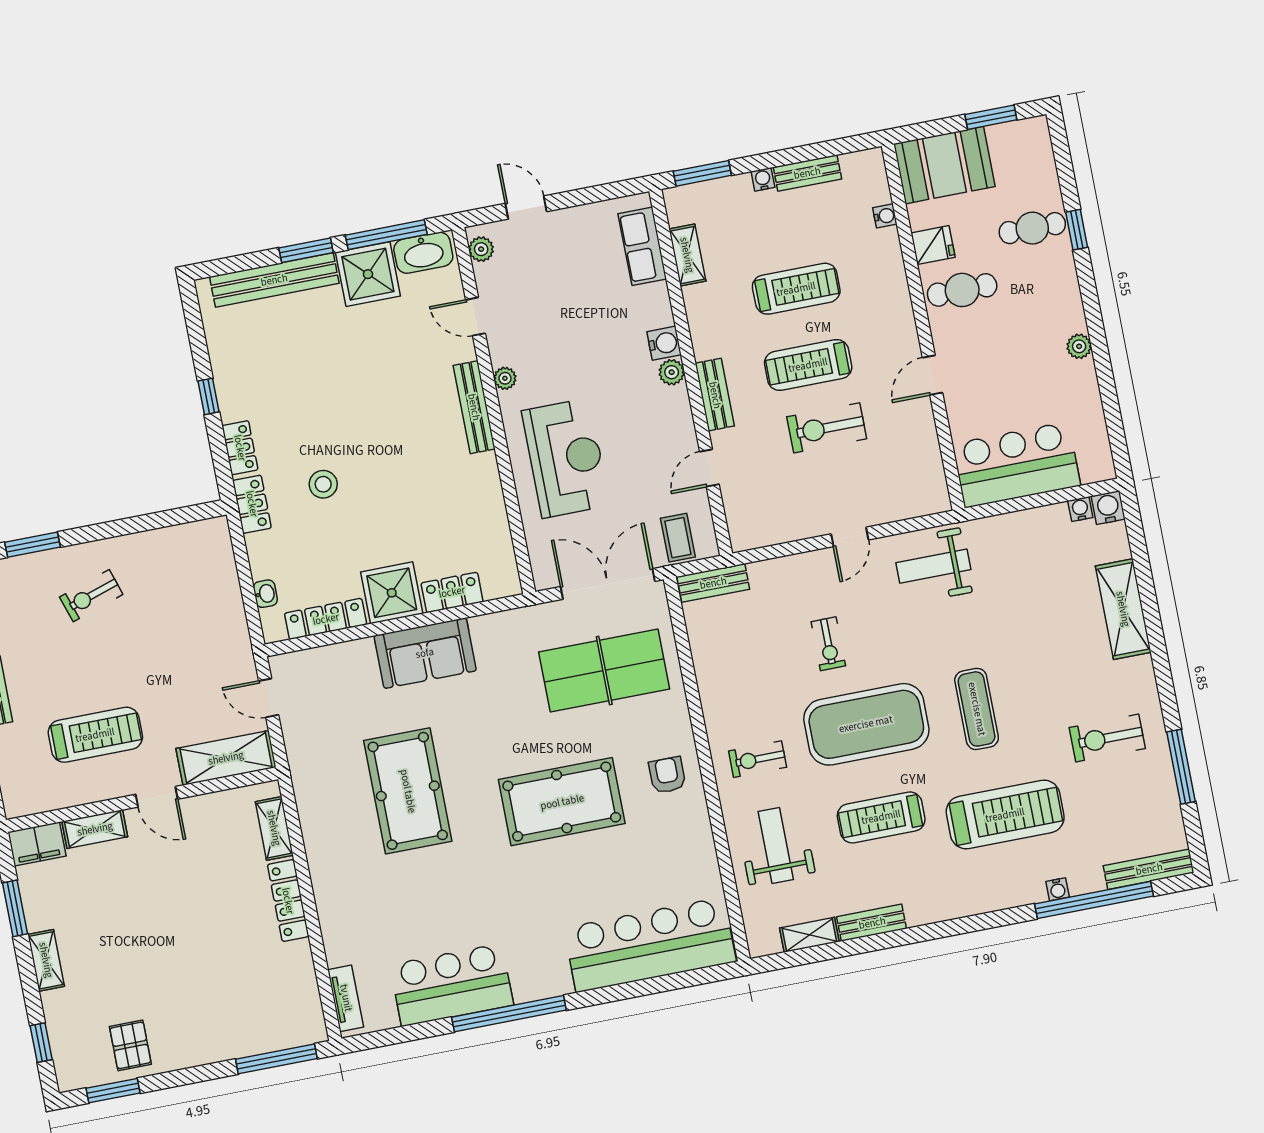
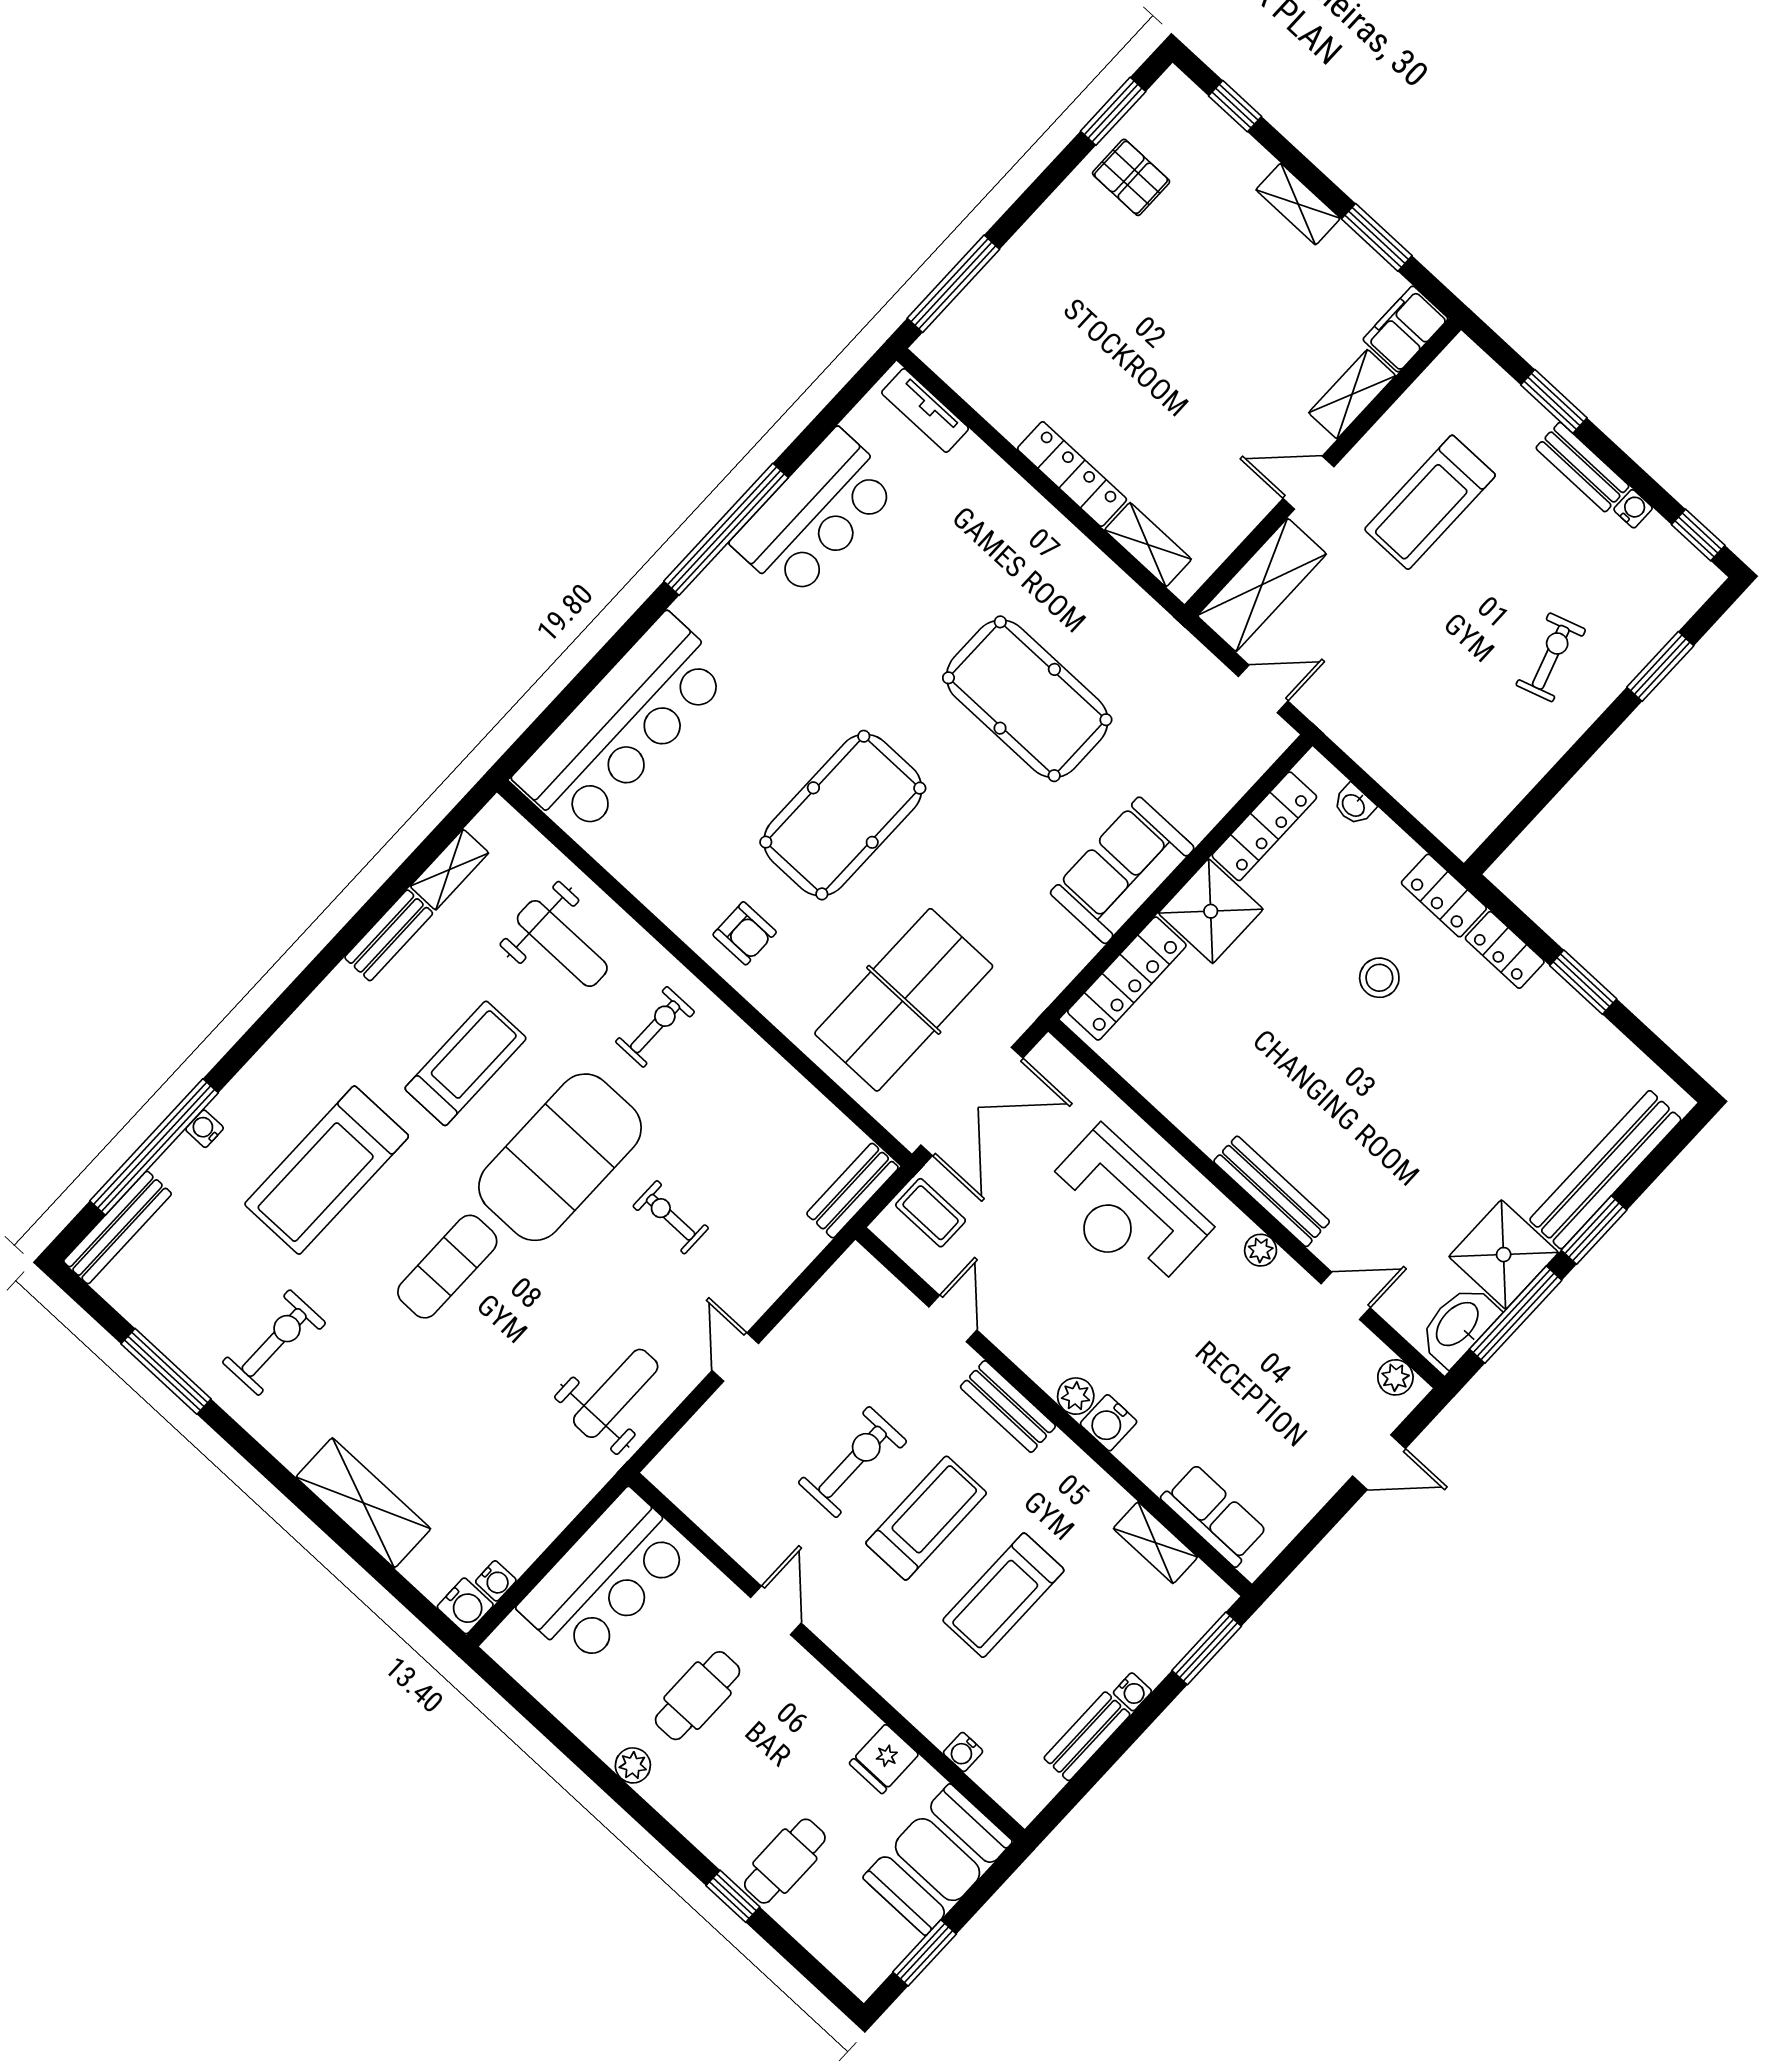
cafe table: (962, 290) -> (698, 1696), moved
window: (209, 396) -> (1583, 982), width x1.50
locker: (452, 592) -> (1127, 978), width x1.53
exercise mat: (977, 709) -> (447, 1267), turned 90

